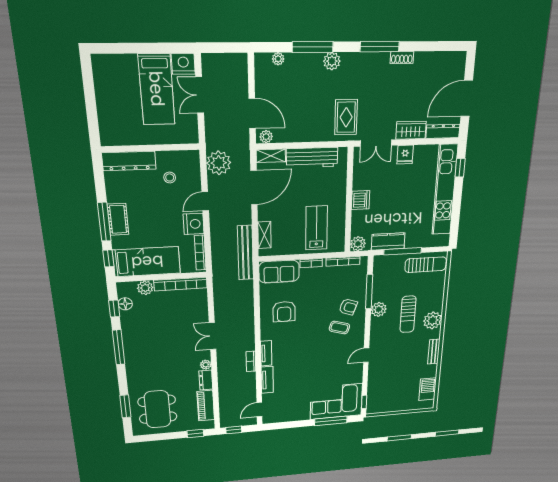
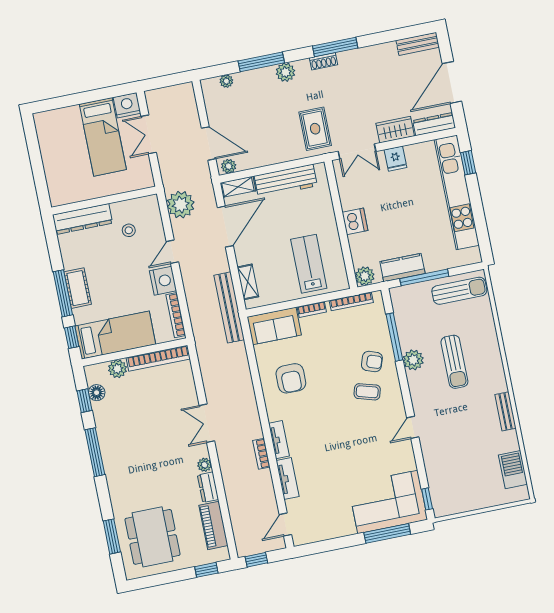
shoe rack: (402, 57) -> (323, 61), moved
bench: (449, 58) -> (418, 44), added
plant: (433, 320) -> (491, 366), removed

